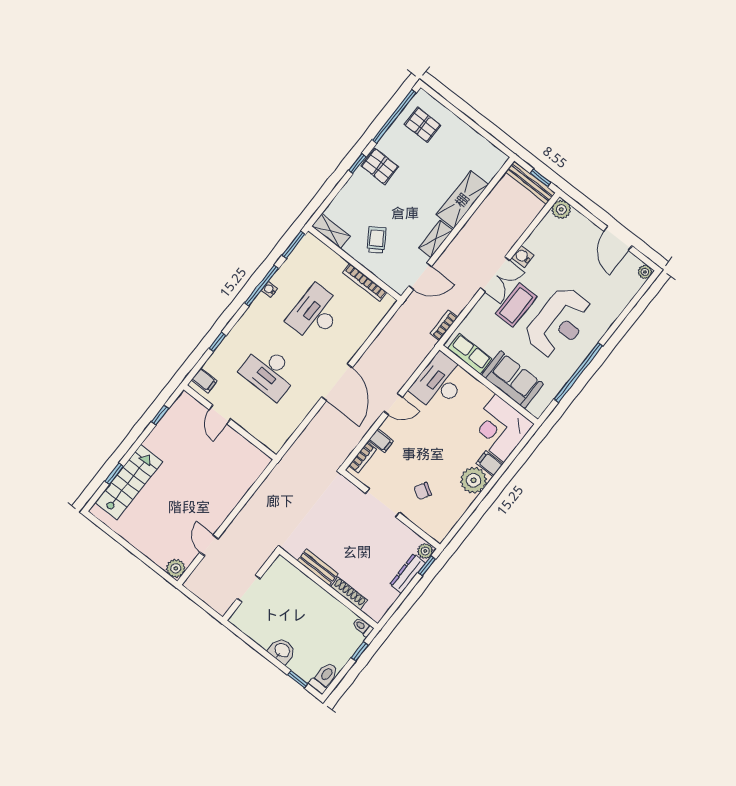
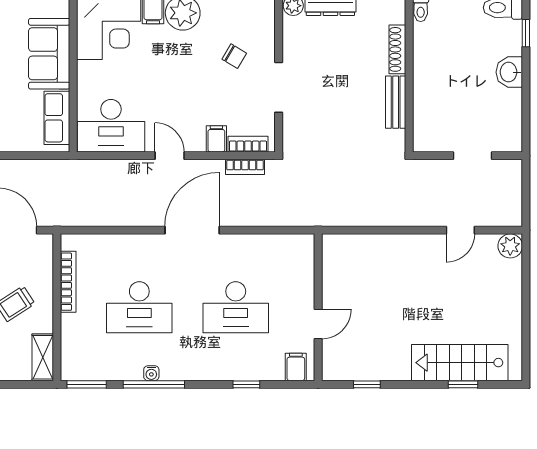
bookcase: (444, 325) -> (245, 167), moved
desk: (269, 372) -> (236, 307), turned 90

